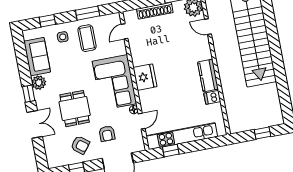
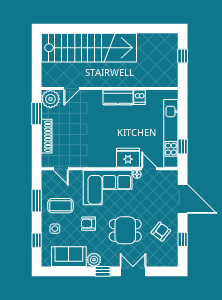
fridge: (145, 77) -> (128, 158), moved
armchair: (107, 134) -> (89, 224), moved, turned 180

